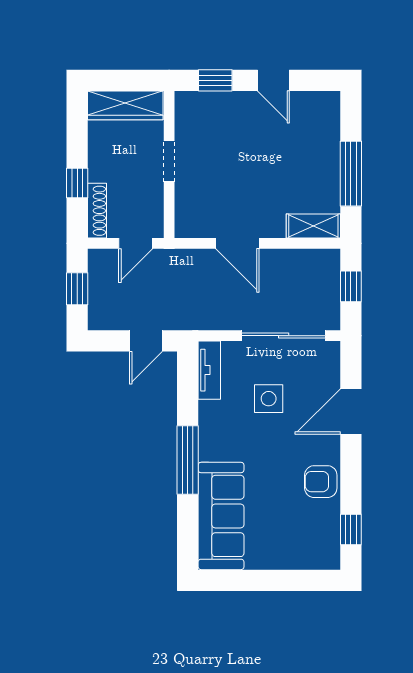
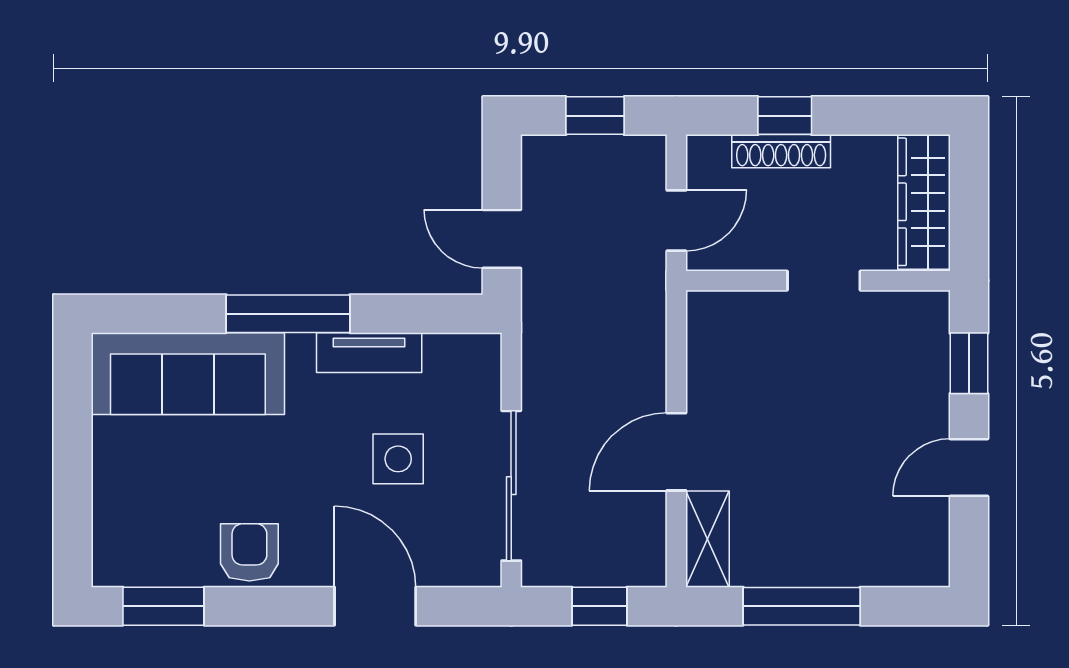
shoe rack: (97, 211) -> (781, 151), moved
door: (136, 243) -> (676, 221), swing flipped
door: (237, 243) -> (676, 452), moved
tv unit: (209, 370) -> (369, 353), moved
window: (351, 530) -> (163, 606), width x1.50

